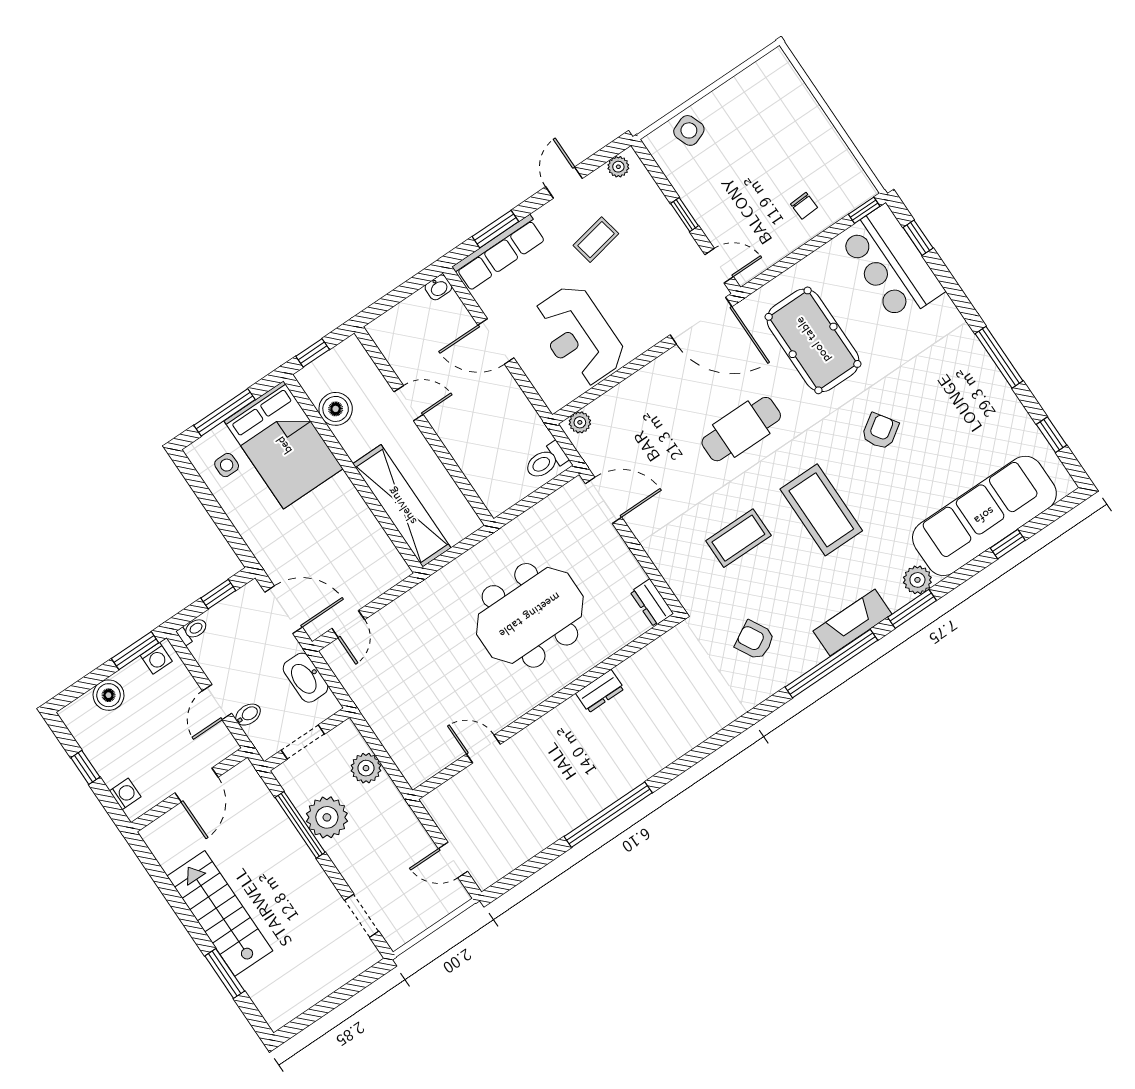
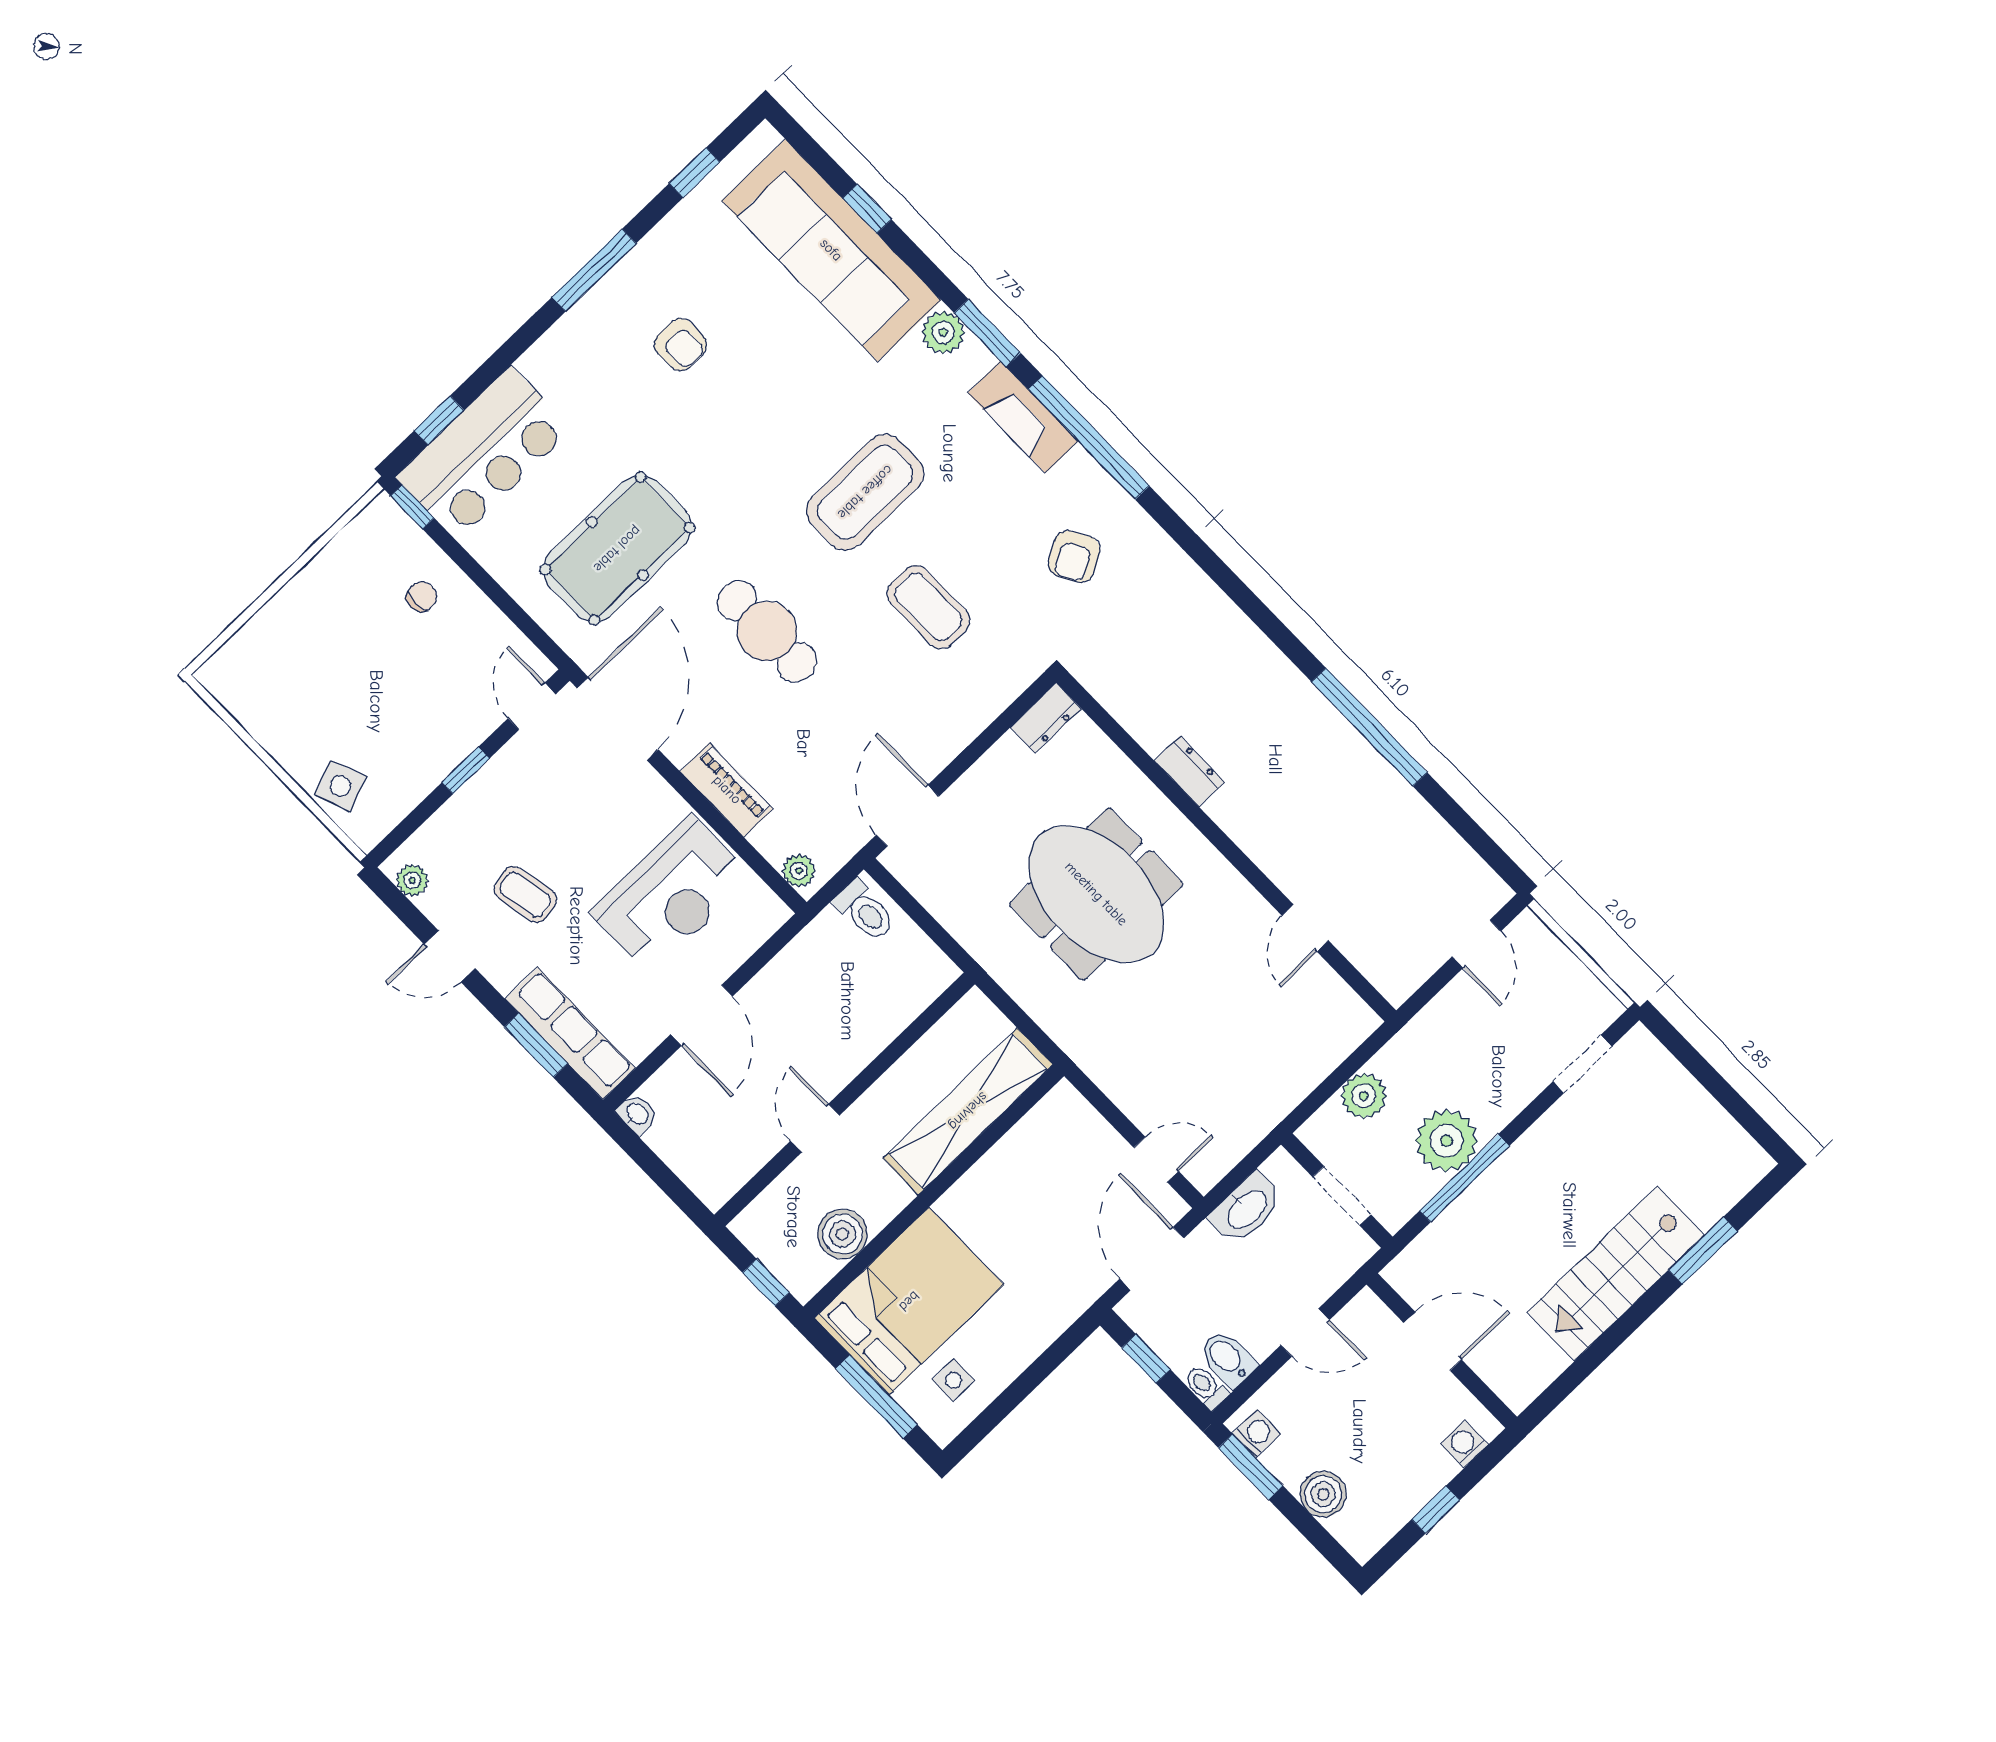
piano: (641, 384) -> (727, 790), added
armchair: (880, 431) -> (681, 345), moved, turned -146
bidet: (248, 715) -> (1228, 1359), moved, width x1.38, depth x1.36

